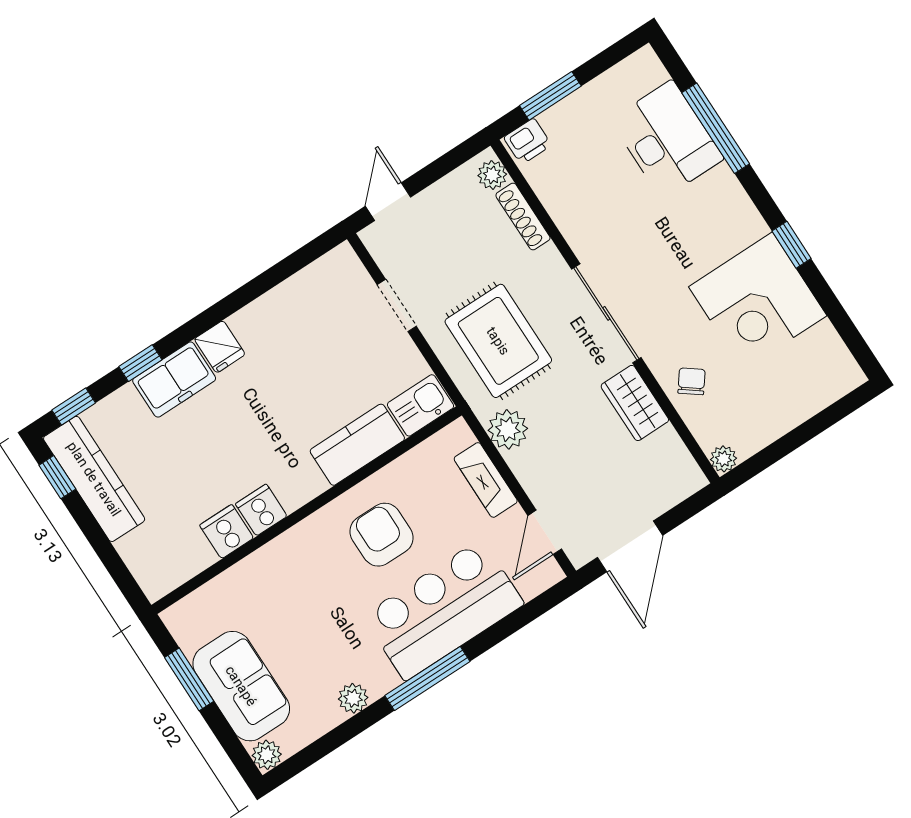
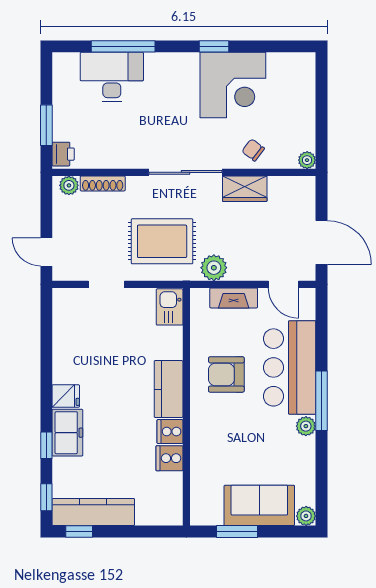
kitchen counter: (357, 445) -> (169, 389), moved
plant: (353, 698) -> (306, 426), moved

